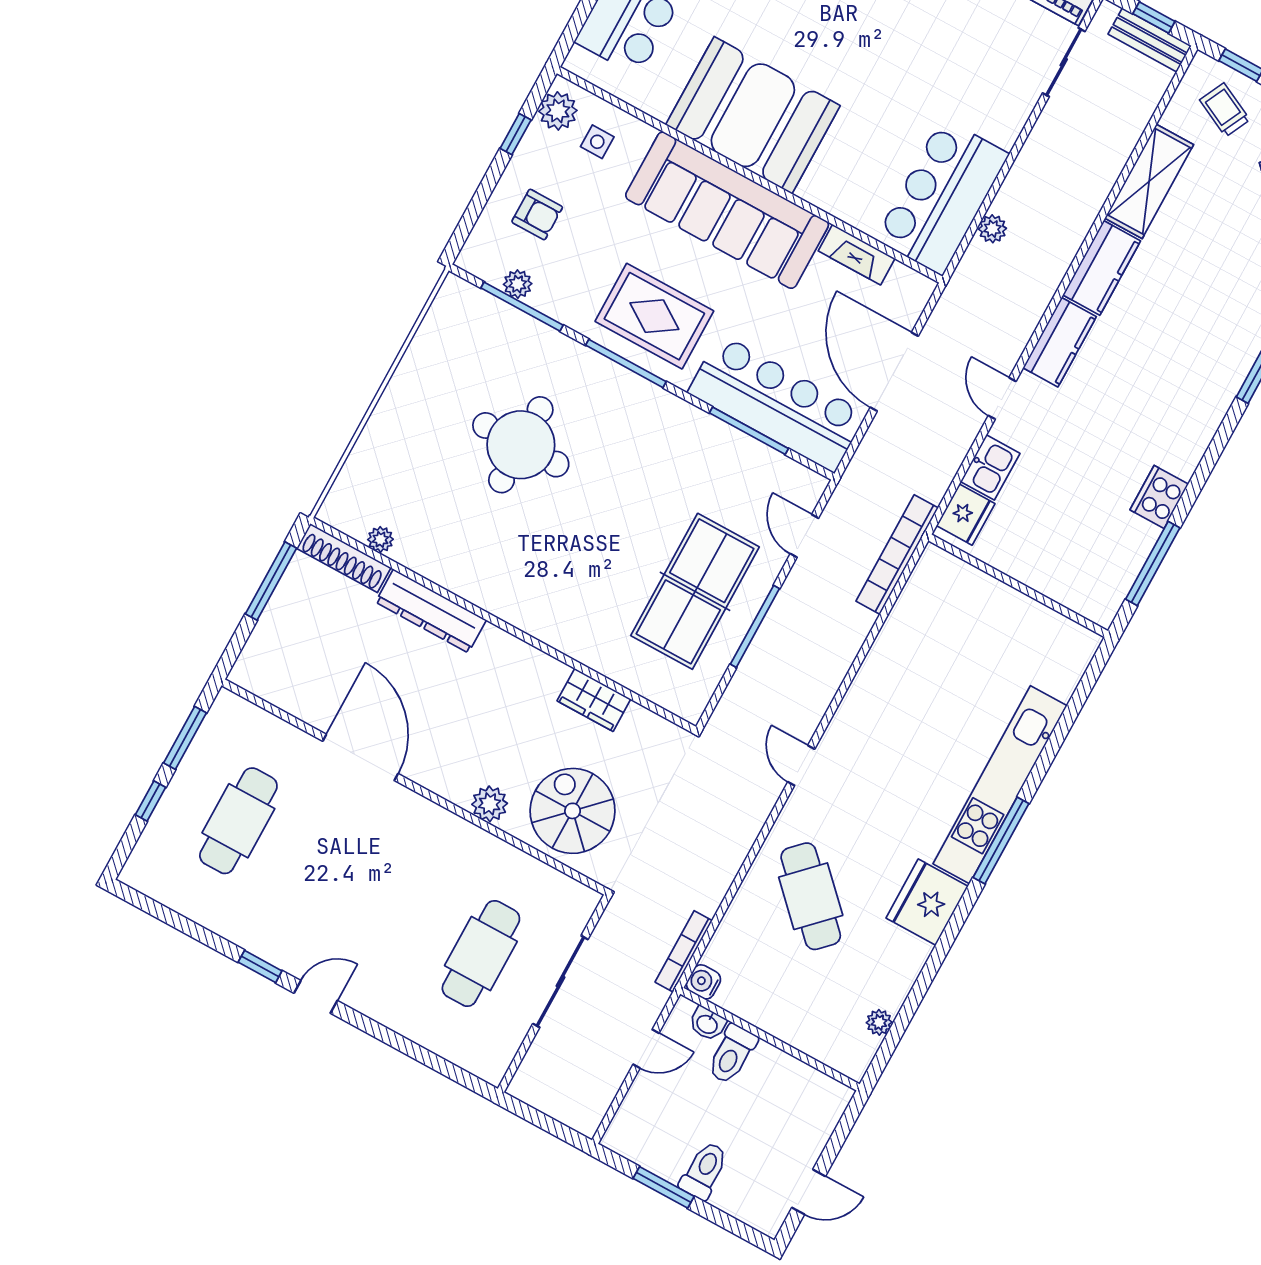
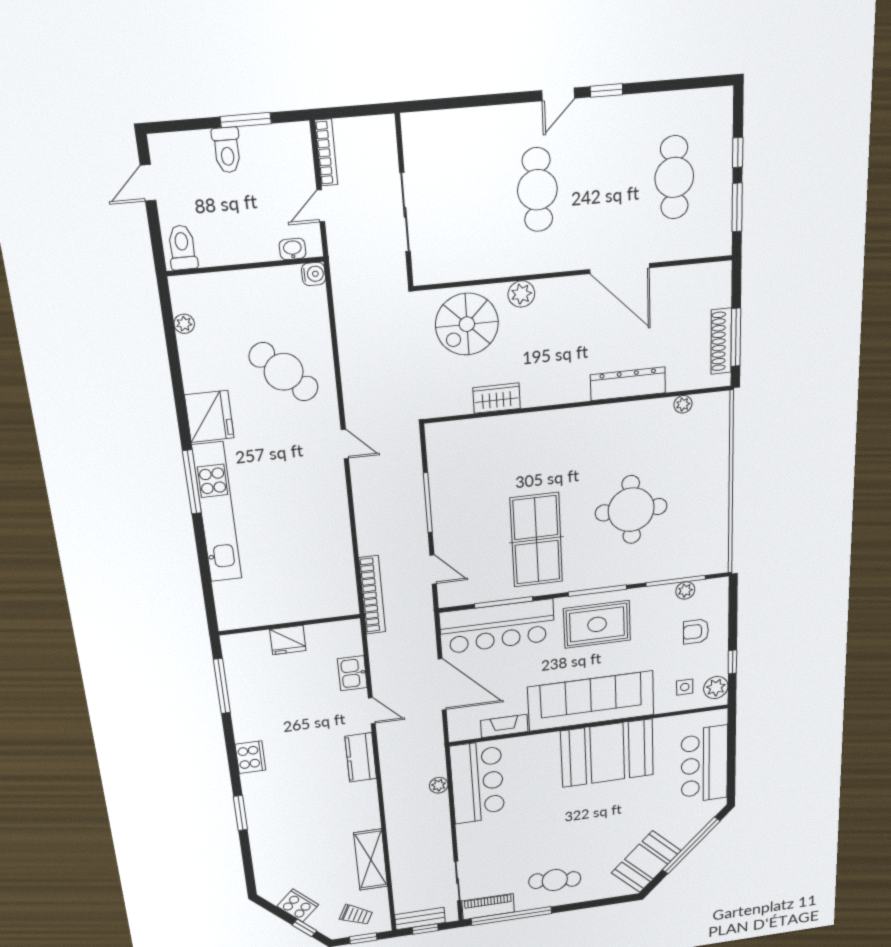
kitchen counter: (1102, 268) -> (365, 806), removed
cooker: (1159, 497) -> (250, 757), moved
fridge: (966, 515) -> (288, 640), moved, turned -90
shoe rack: (344, 558) -> (721, 341), moved, turned -90
table tennis table: (695, 591) -> (536, 540), moved
spiral stairs: (573, 811) -> (467, 324), turned 90
bookcase: (684, 951) -> (326, 153), moved
cafe table: (481, 953) -> (537, 190), moved
toilet: (732, 1054) -> (182, 248), moved

